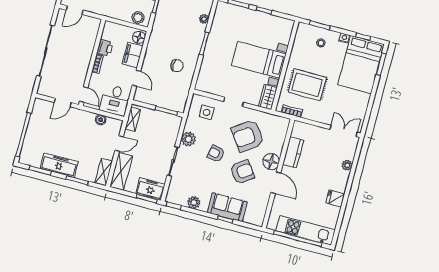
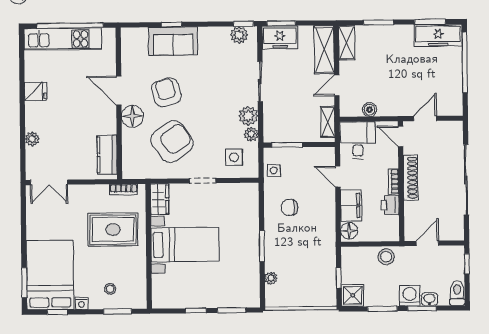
door: (75, 10) -> (427, 243), moved
stool: (138, 18) -> (386, 257), moved
shoe rack: (85, 63) -> (411, 178), added
side table: (181, 95) -> (274, 170), added
plant: (190, 126) -> (251, 134), added
kitchen counter: (293, 152) -> (107, 155), moved
armchair: (216, 154) -> (207, 107), removed
freezer: (59, 165) -> (438, 35), moved
armchair: (242, 172) -> (166, 92), turned 110
plant: (194, 203) -> (239, 35), moved

